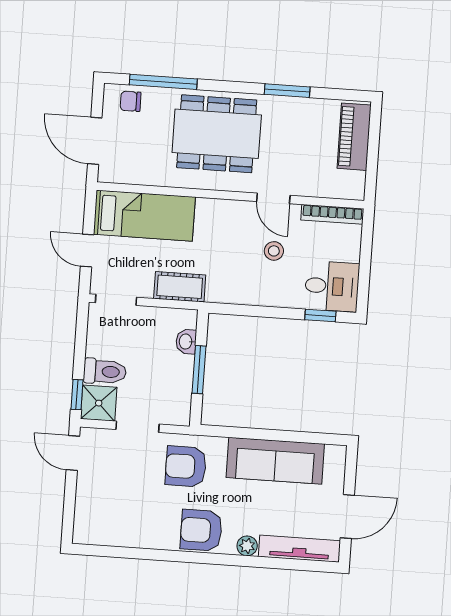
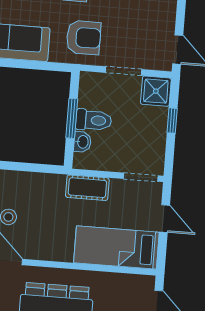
toilet: (105, 372) -> (94, 120), moved, turned 180
window: (77, 395) -> (172, 121), moved

